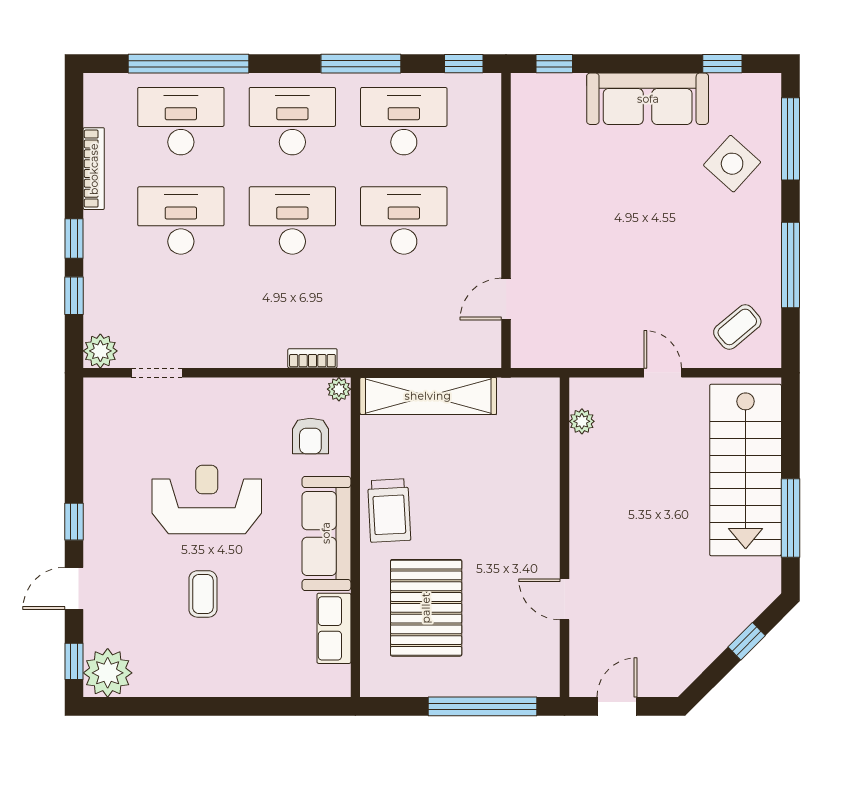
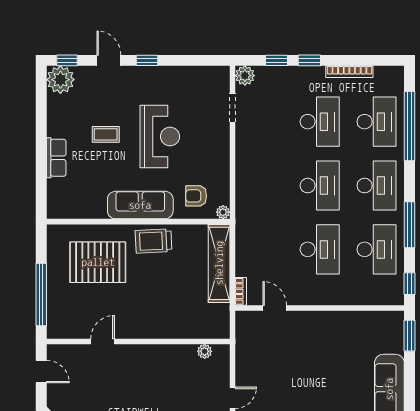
window: (554, 64) -> (409, 336), width x1.50
bookcase: (312, 358) -> (241, 291), moved
row of seats: (334, 628) -> (56, 158), moved, turned 90

